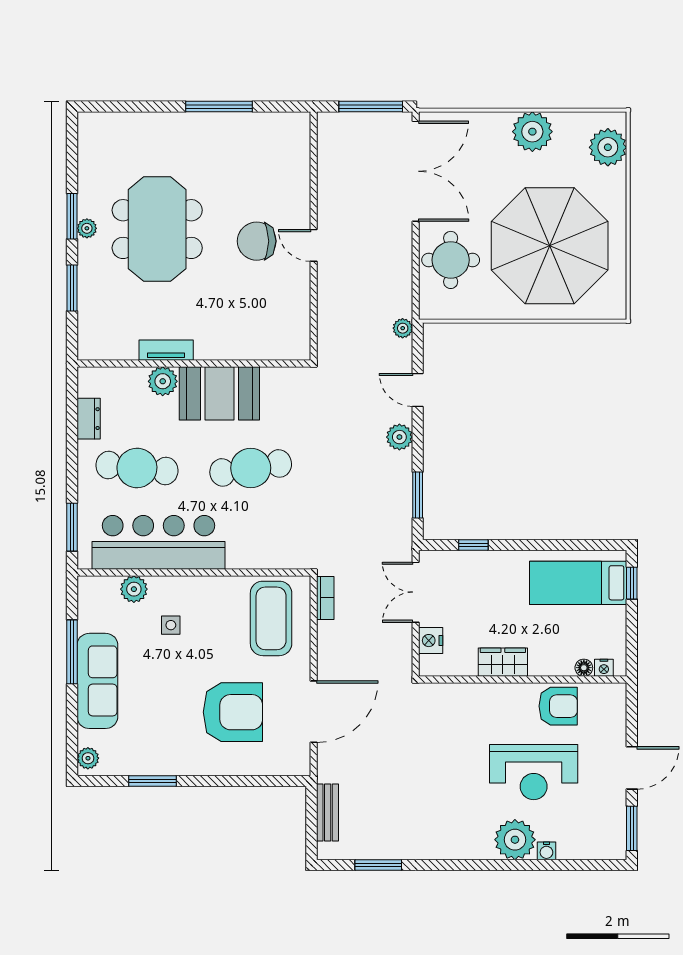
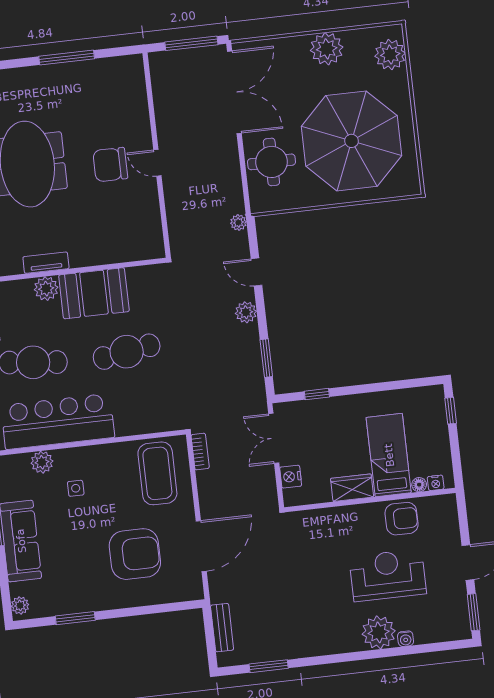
bed: (578, 583) -> (389, 455), moved, turned 90
reception desk: (534, 772) -> (388, 575), turned 180

